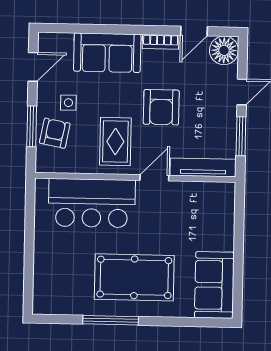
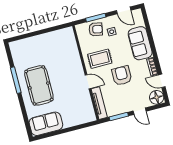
armchair: (161, 107) -> (122, 76), turned 90
bar counter: (92, 203) -> (68, 56), removed

